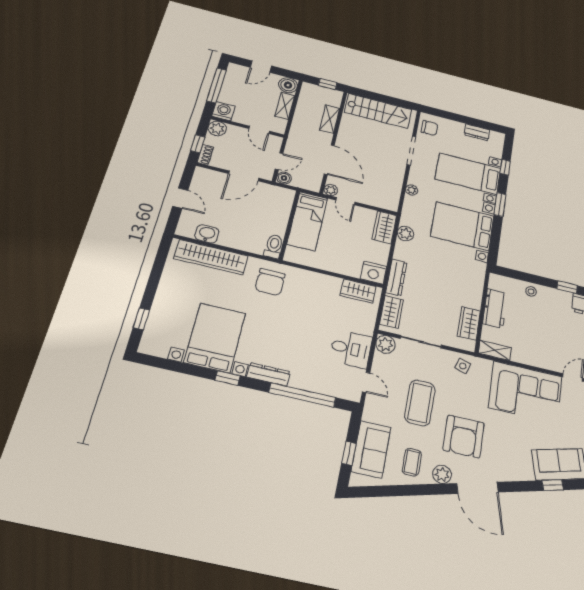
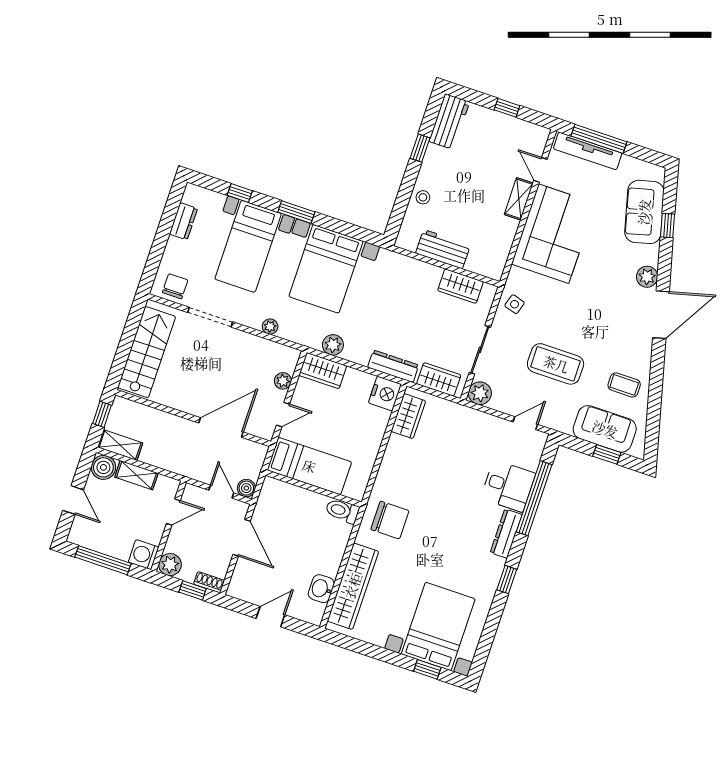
shelving: (330, 119) -> (120, 445), moved
plant: (331, 190) -> (283, 381), moved
bed with nightstands: (215, 338) -> (438, 626), moved, turned 90
desk: (351, 349) -> (508, 486), moved, turned 90
shelving: (495, 350) -> (519, 199), moved
armchair: (464, 436) -> (600, 319), removed
plant: (442, 474) -> (647, 277), moved

